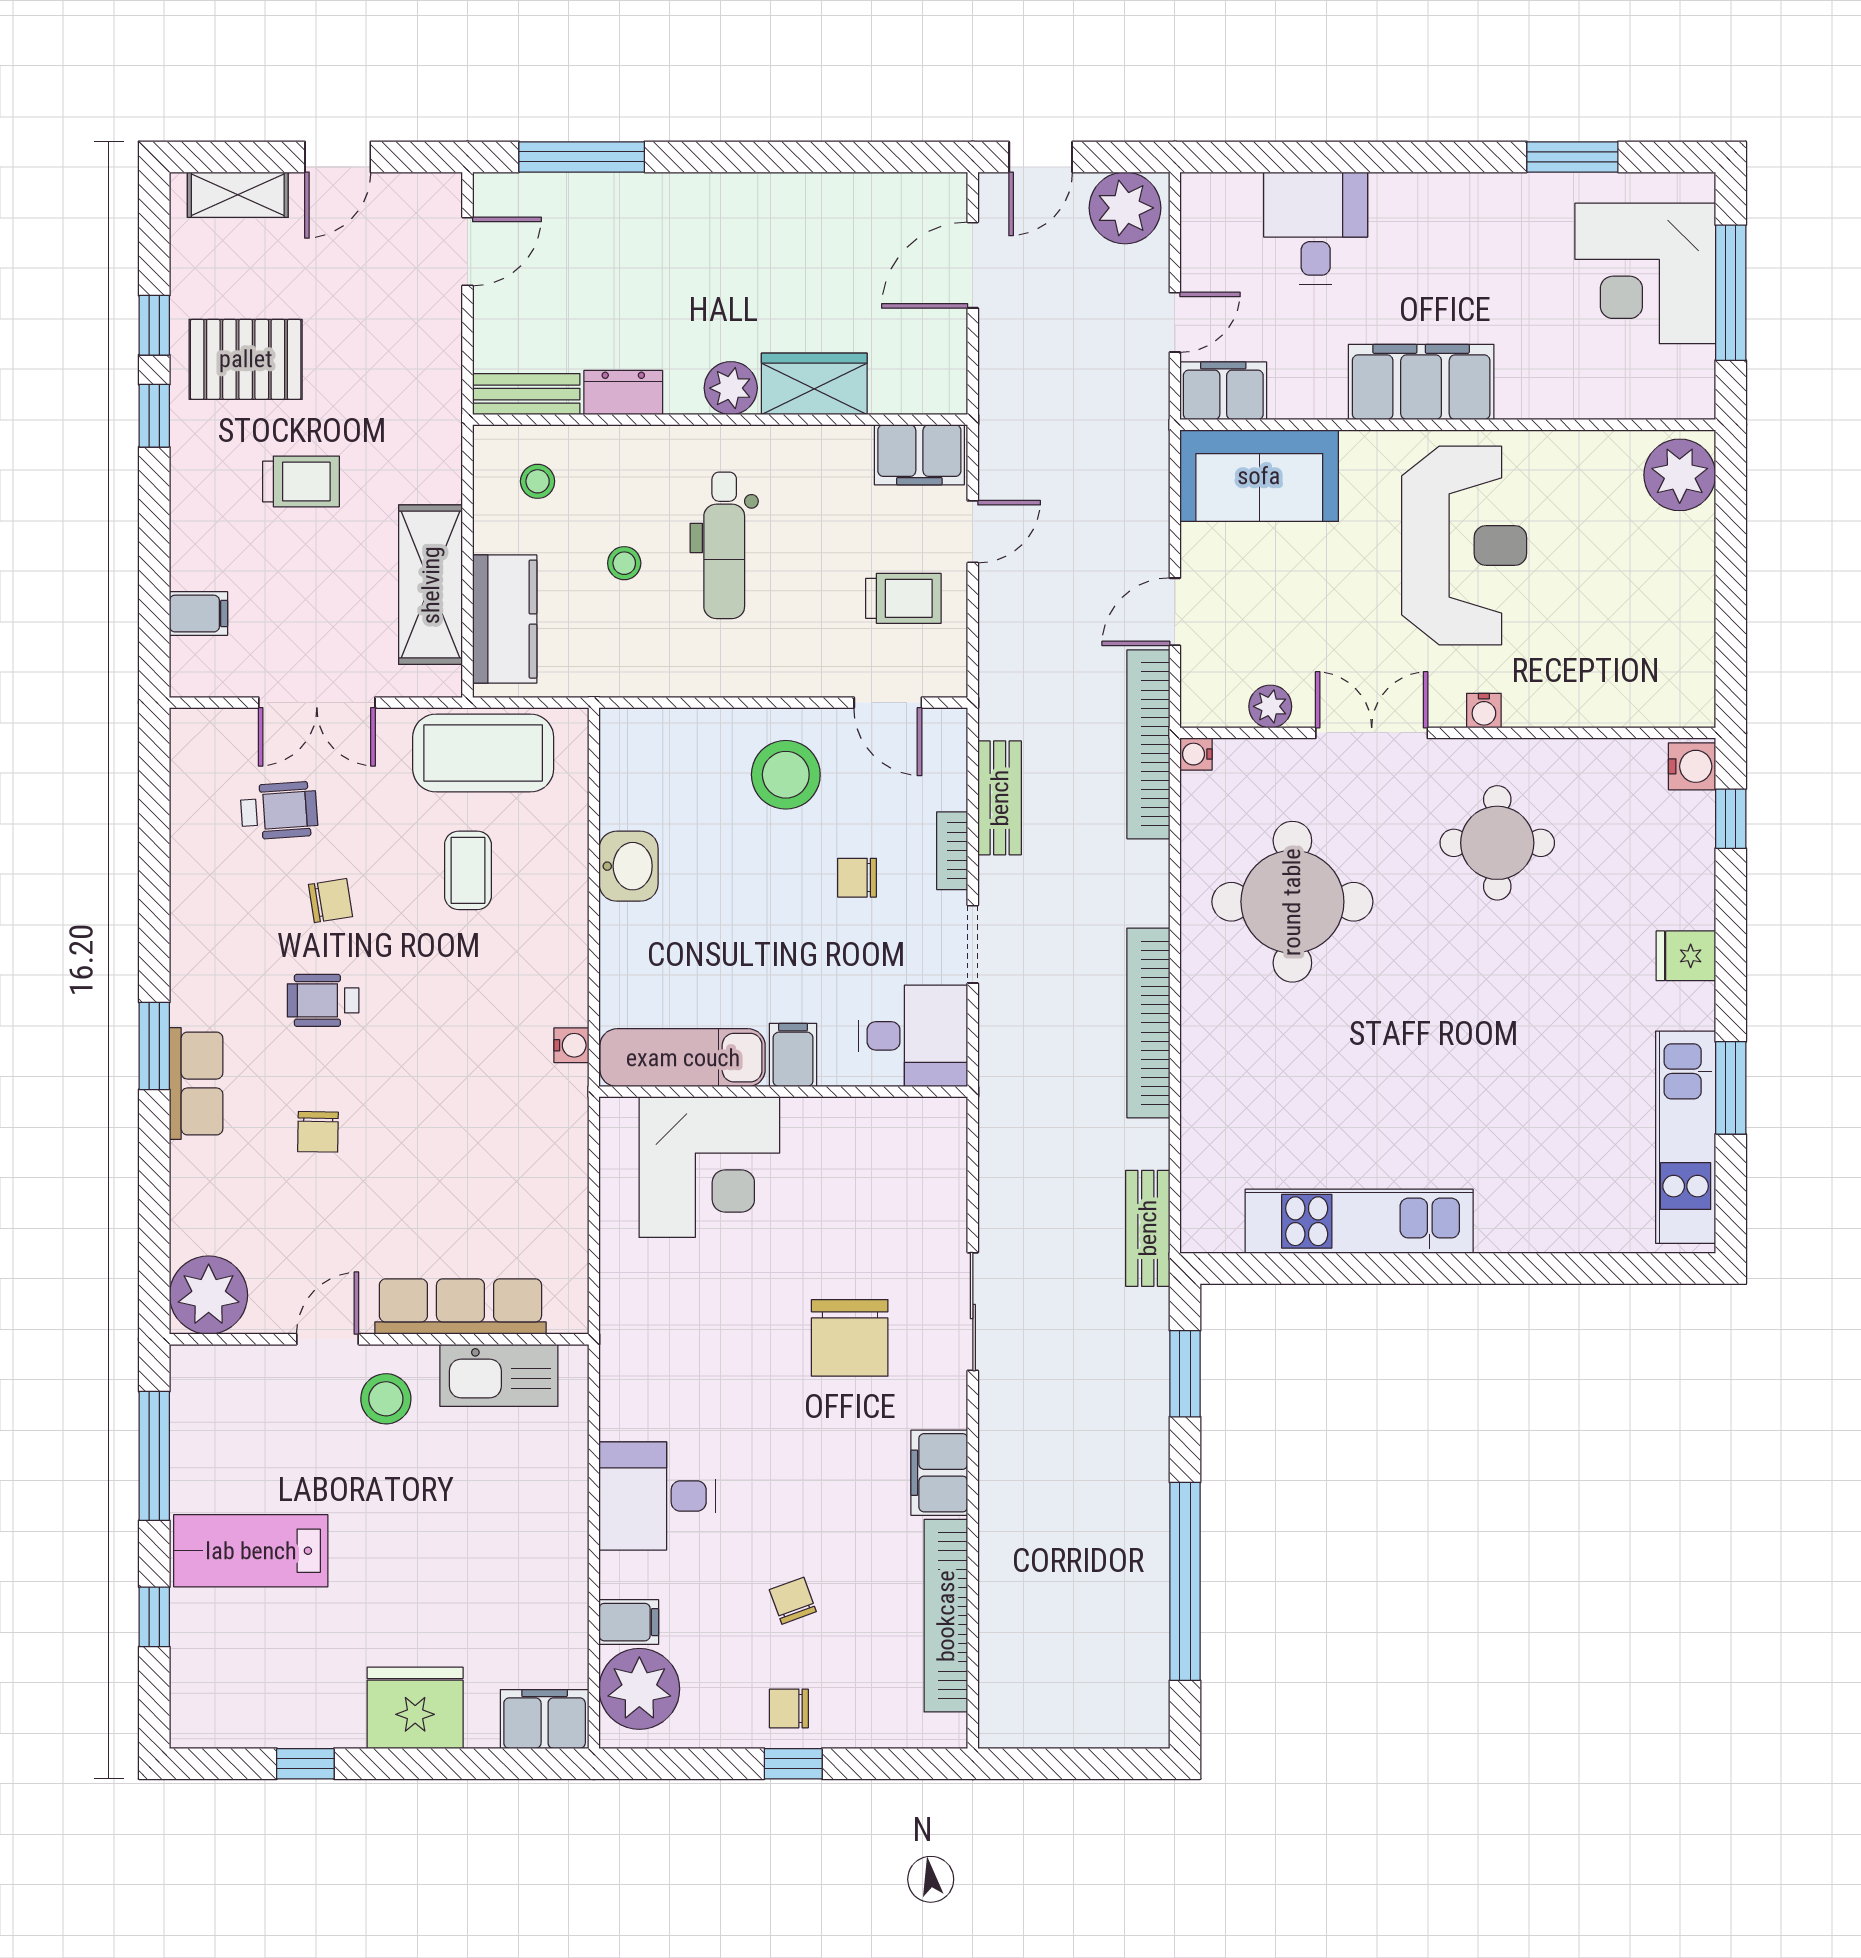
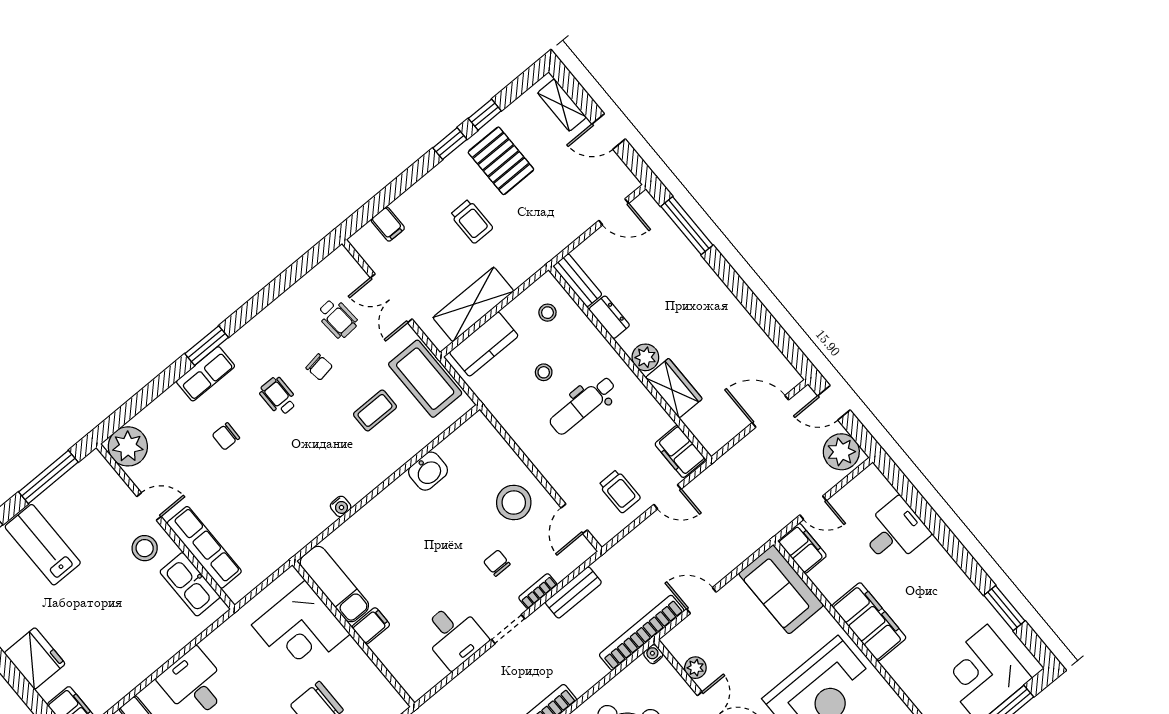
filing cabinet: (793, 1055) -> (371, 626), moved
exam couch: (683, 1058) -> (334, 584), moved
wall: (783, 1092) -> (354, 634), moved
corner desk: (709, 1167) -> (301, 630), moved

